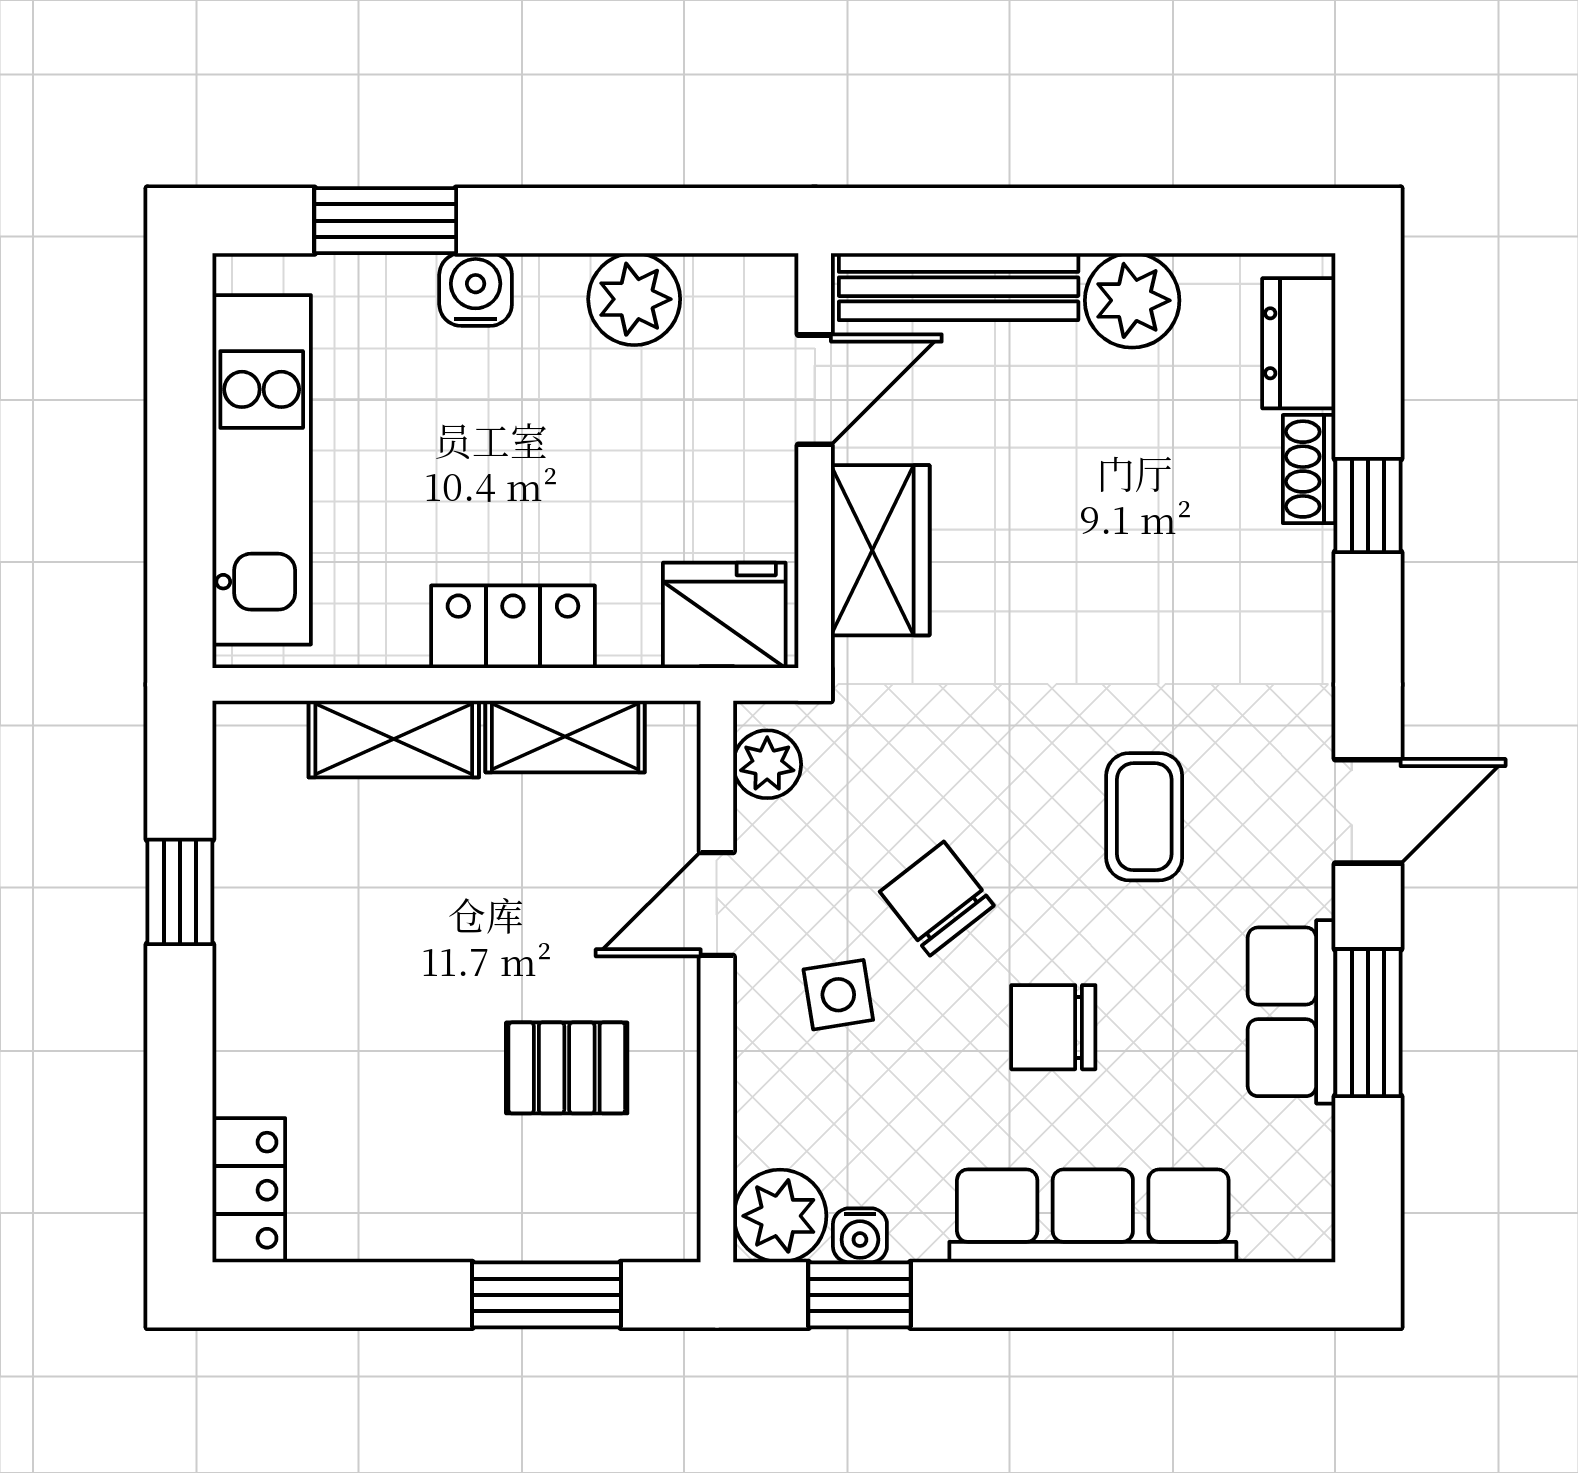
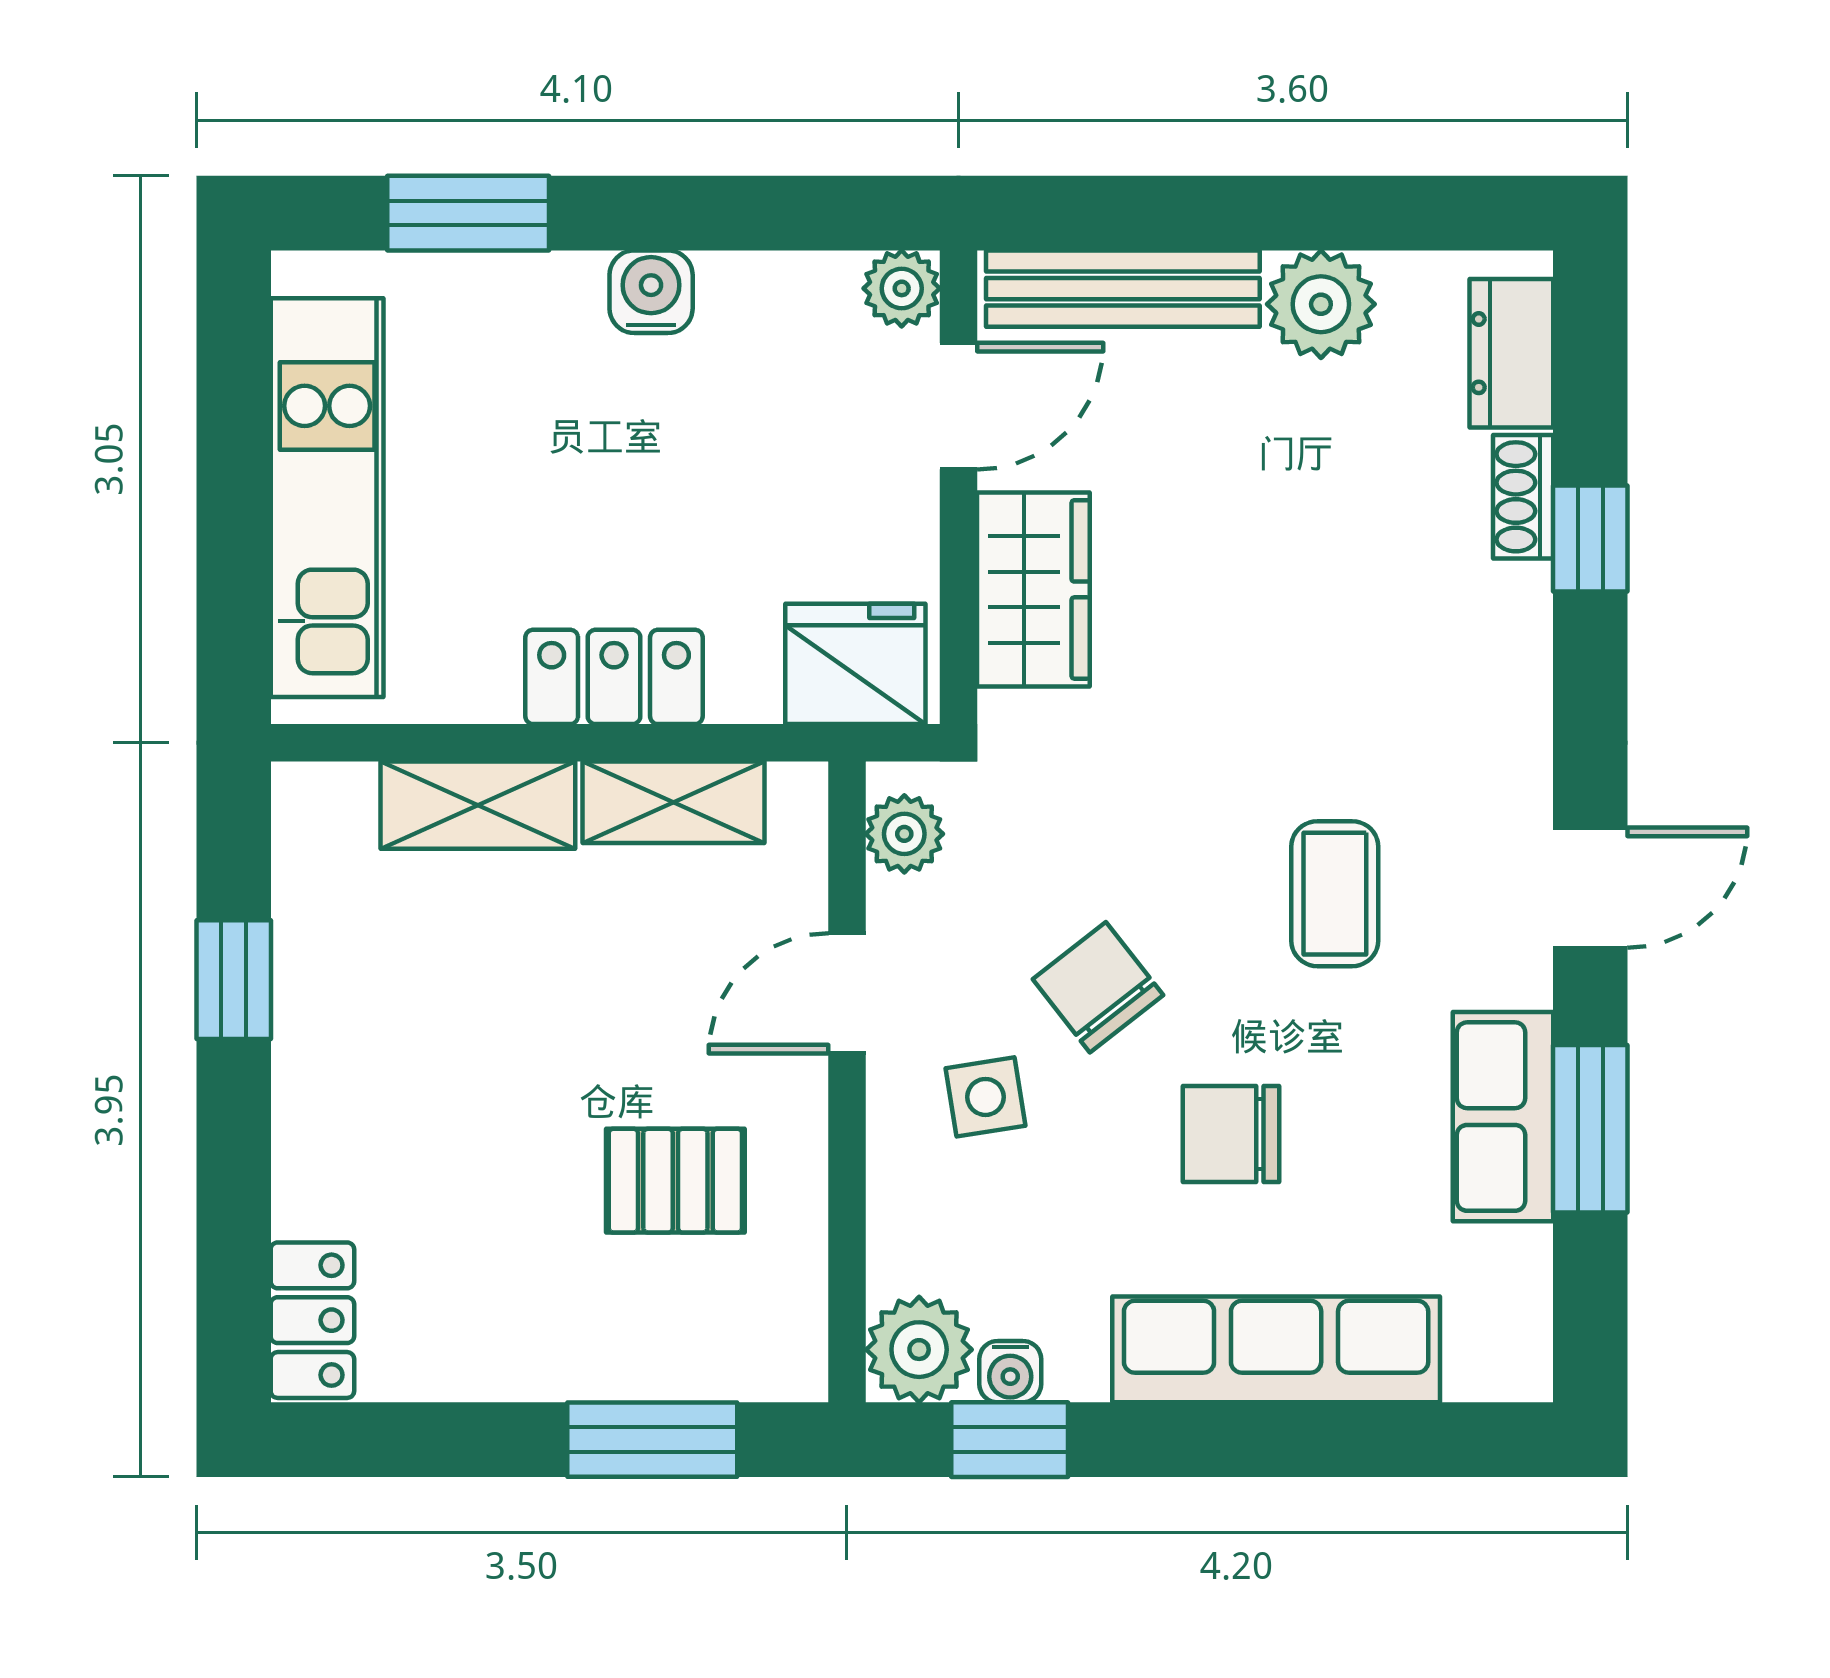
water cooler: (476, 289) -> (651, 292), moved
plant: (634, 299) -> (902, 288), moved, width x0.73, depth x0.73

